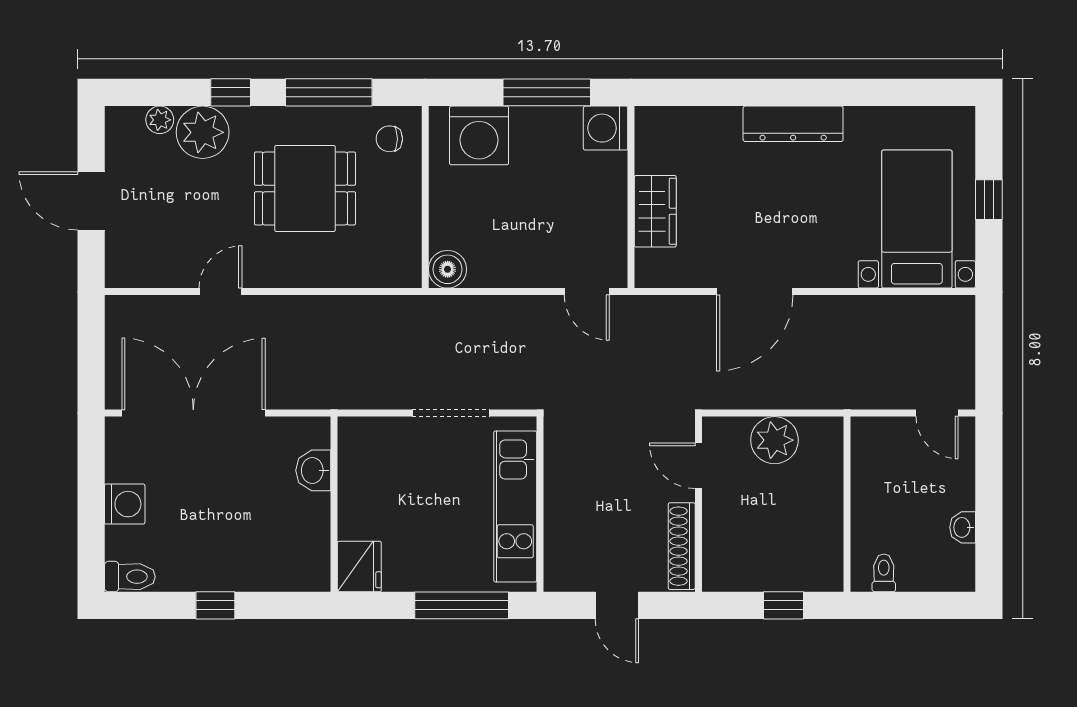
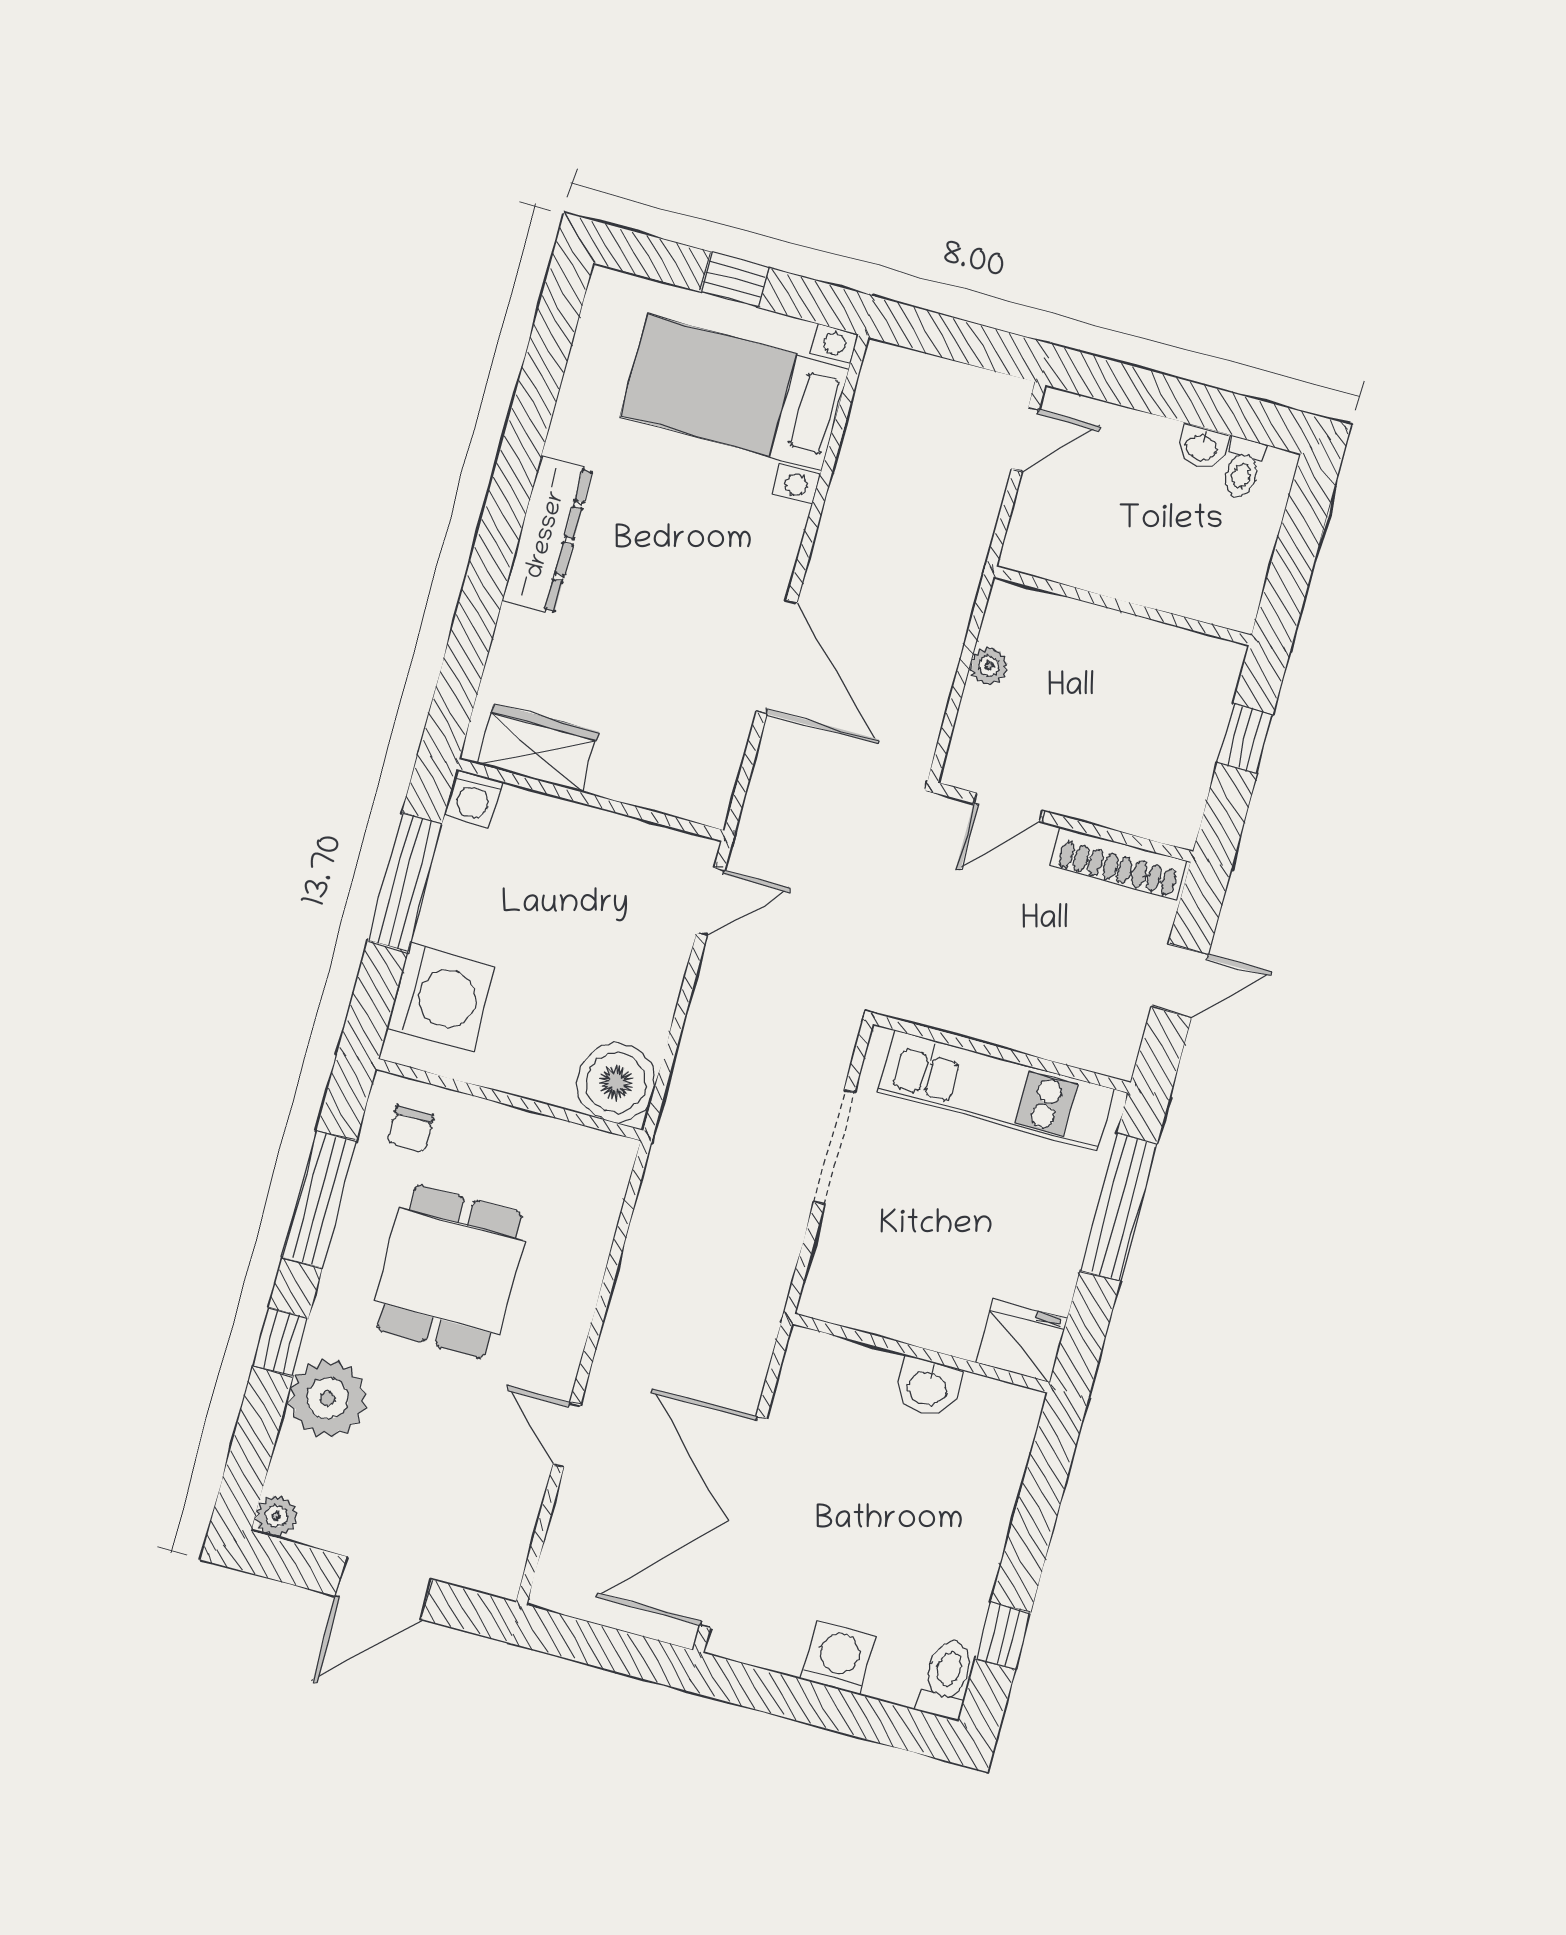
plant: (160, 120) -> (276, 1516), moved
washing machine: (606, 128) -> (473, 799), width x0.73, depth x0.73
wardrobe: (655, 211) -> (538, 748), moved
boiler: (448, 269) -> (616, 1083), width x1.37, depth x1.37
plant: (774, 440) -> (989, 666), width x0.53, depth x0.53
washbasin: (313, 470) -> (927, 1387), moved
toilet: (884, 573) -> (1243, 468), moved, turned -90
window: (215, 605) -> (1003, 1636), moved

